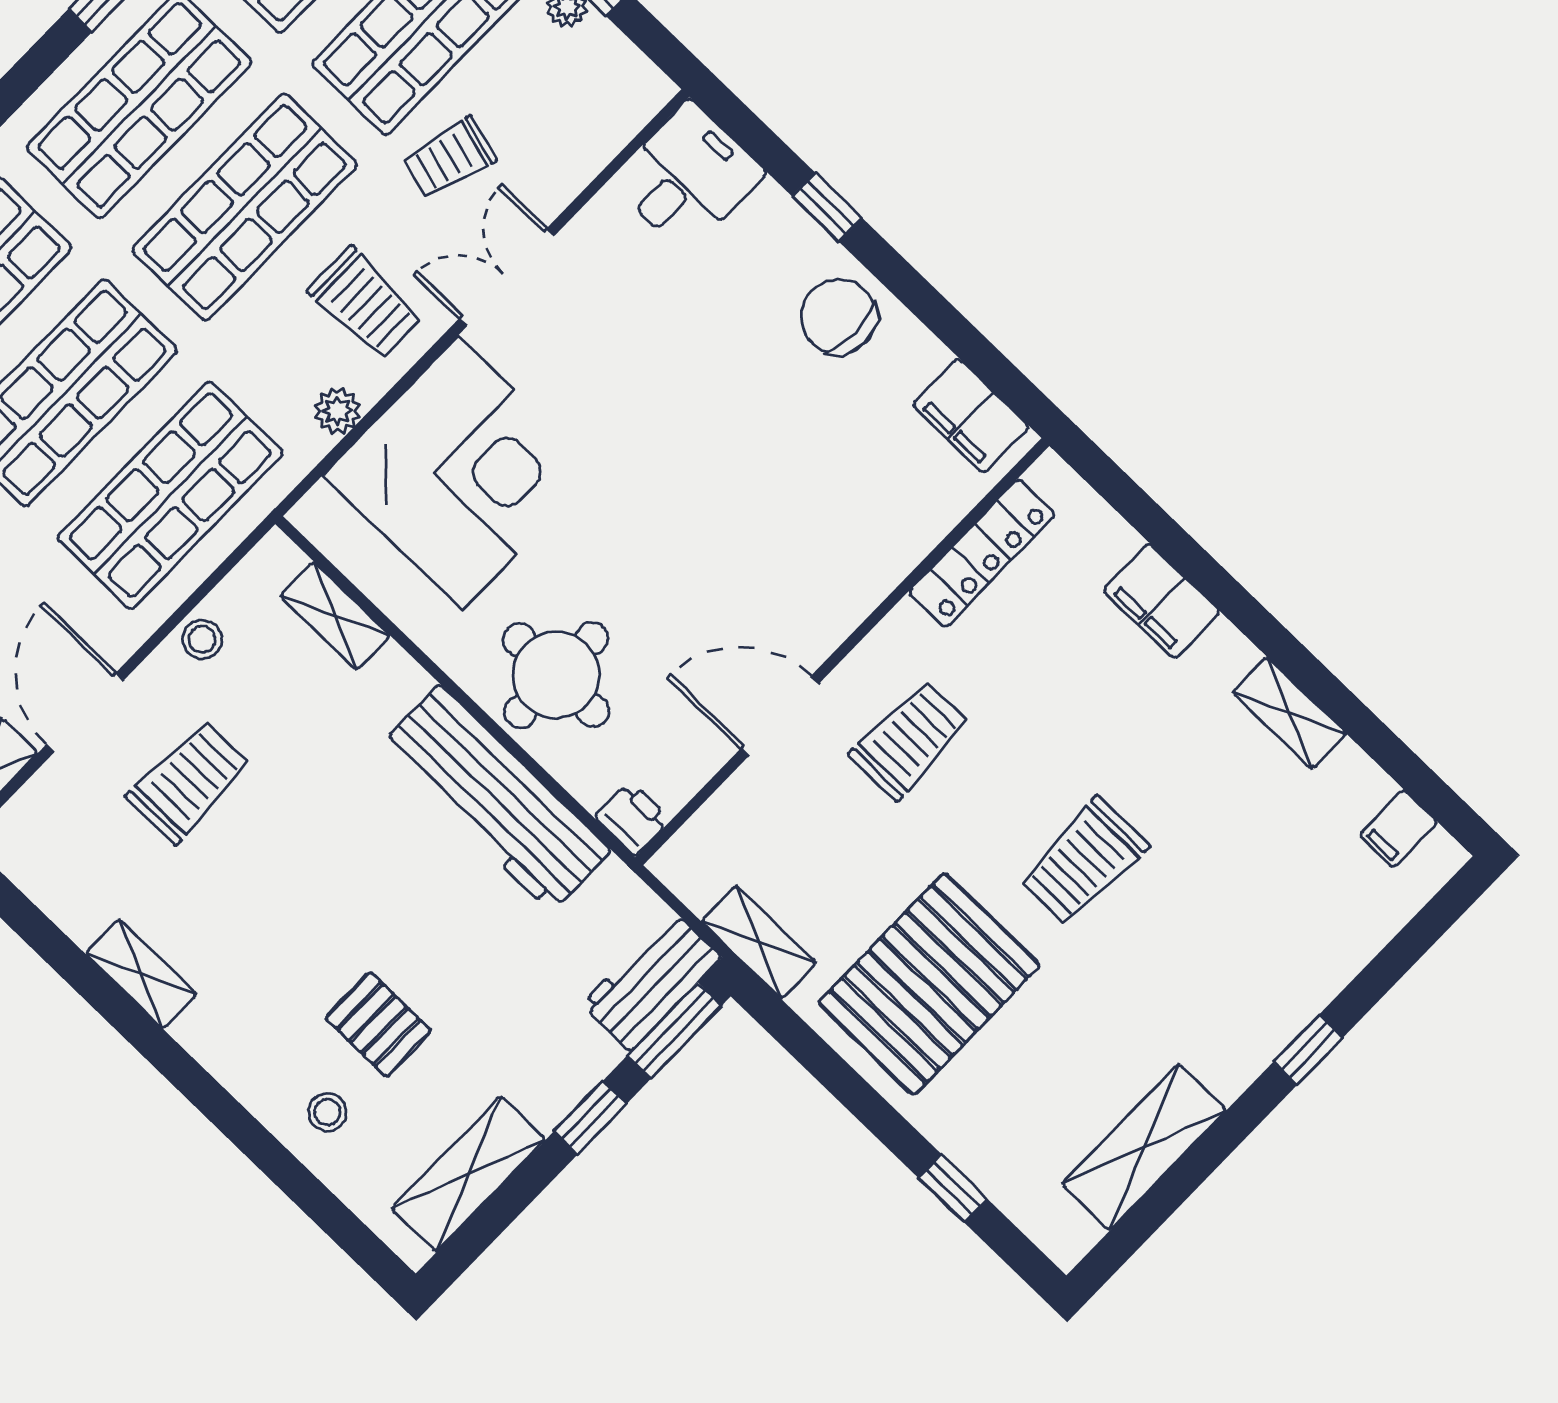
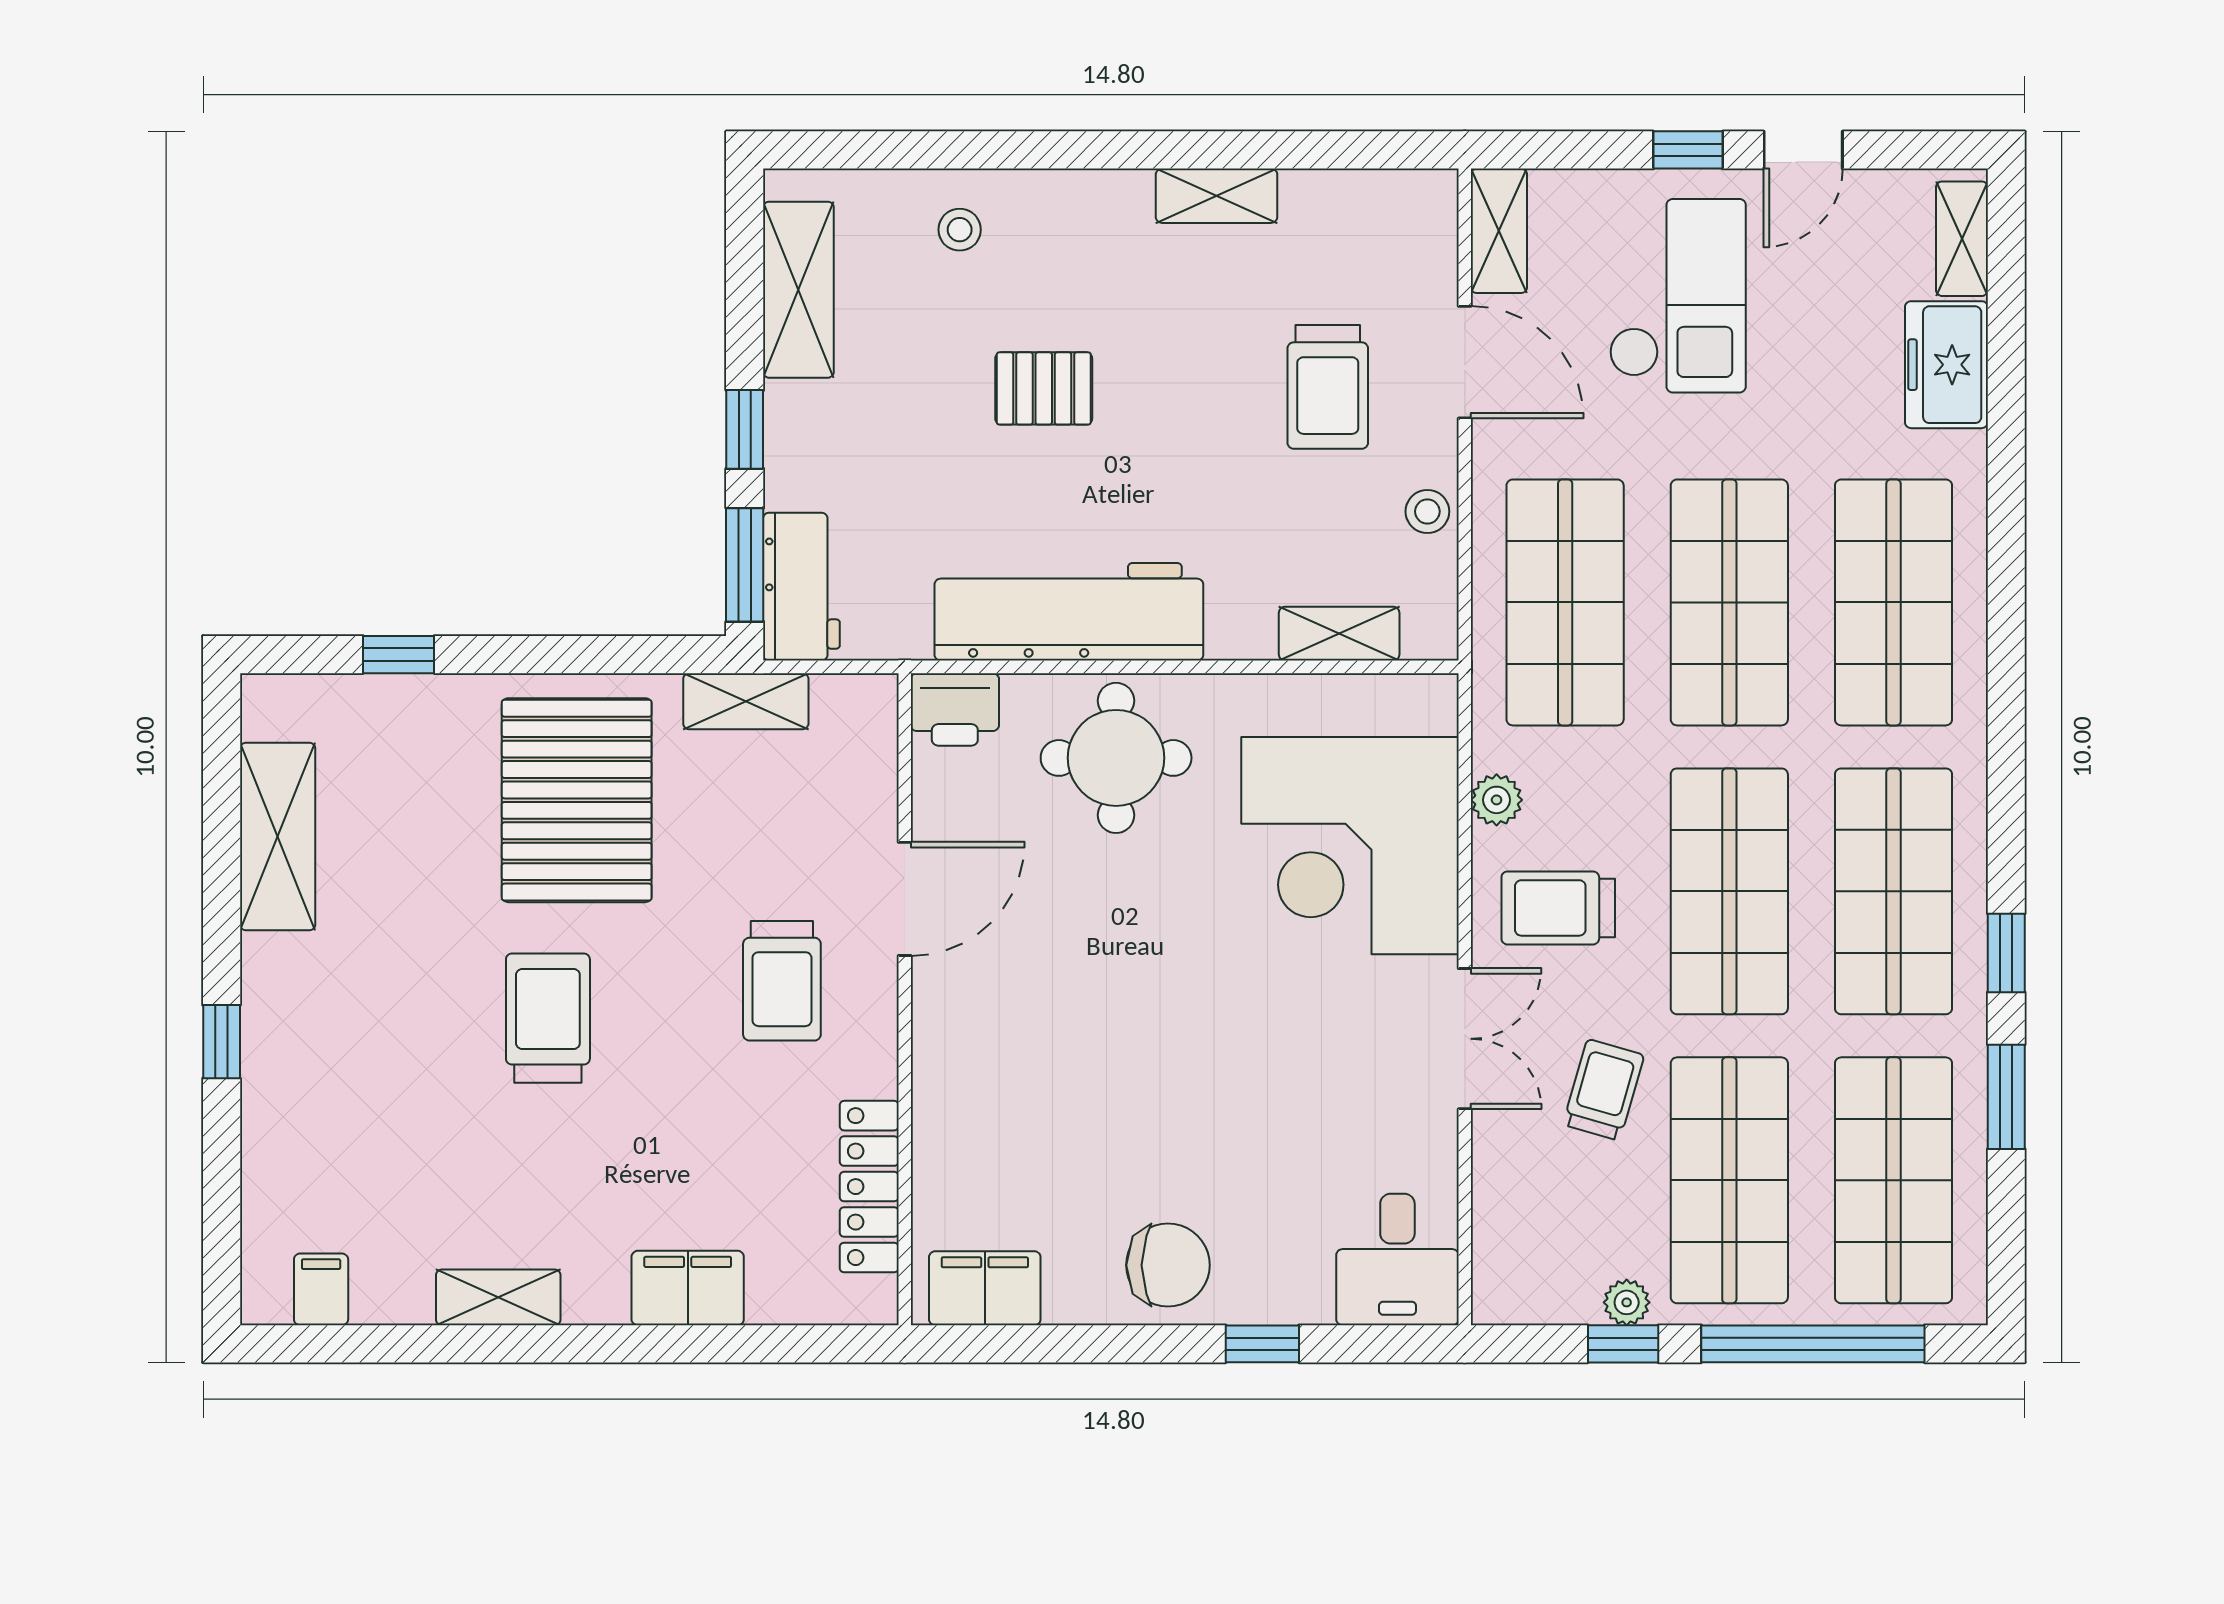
printer: (633, 818) -> (955, 709), width x1.36, depth x1.24
pallet: (378, 1024) -> (1044, 388), moved

